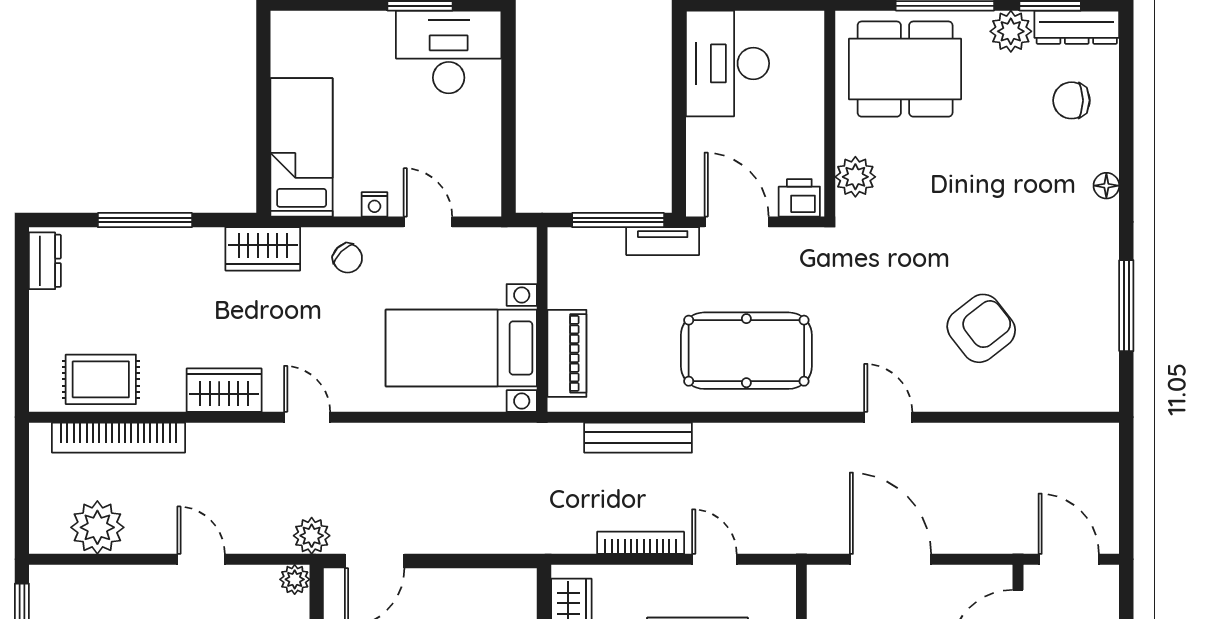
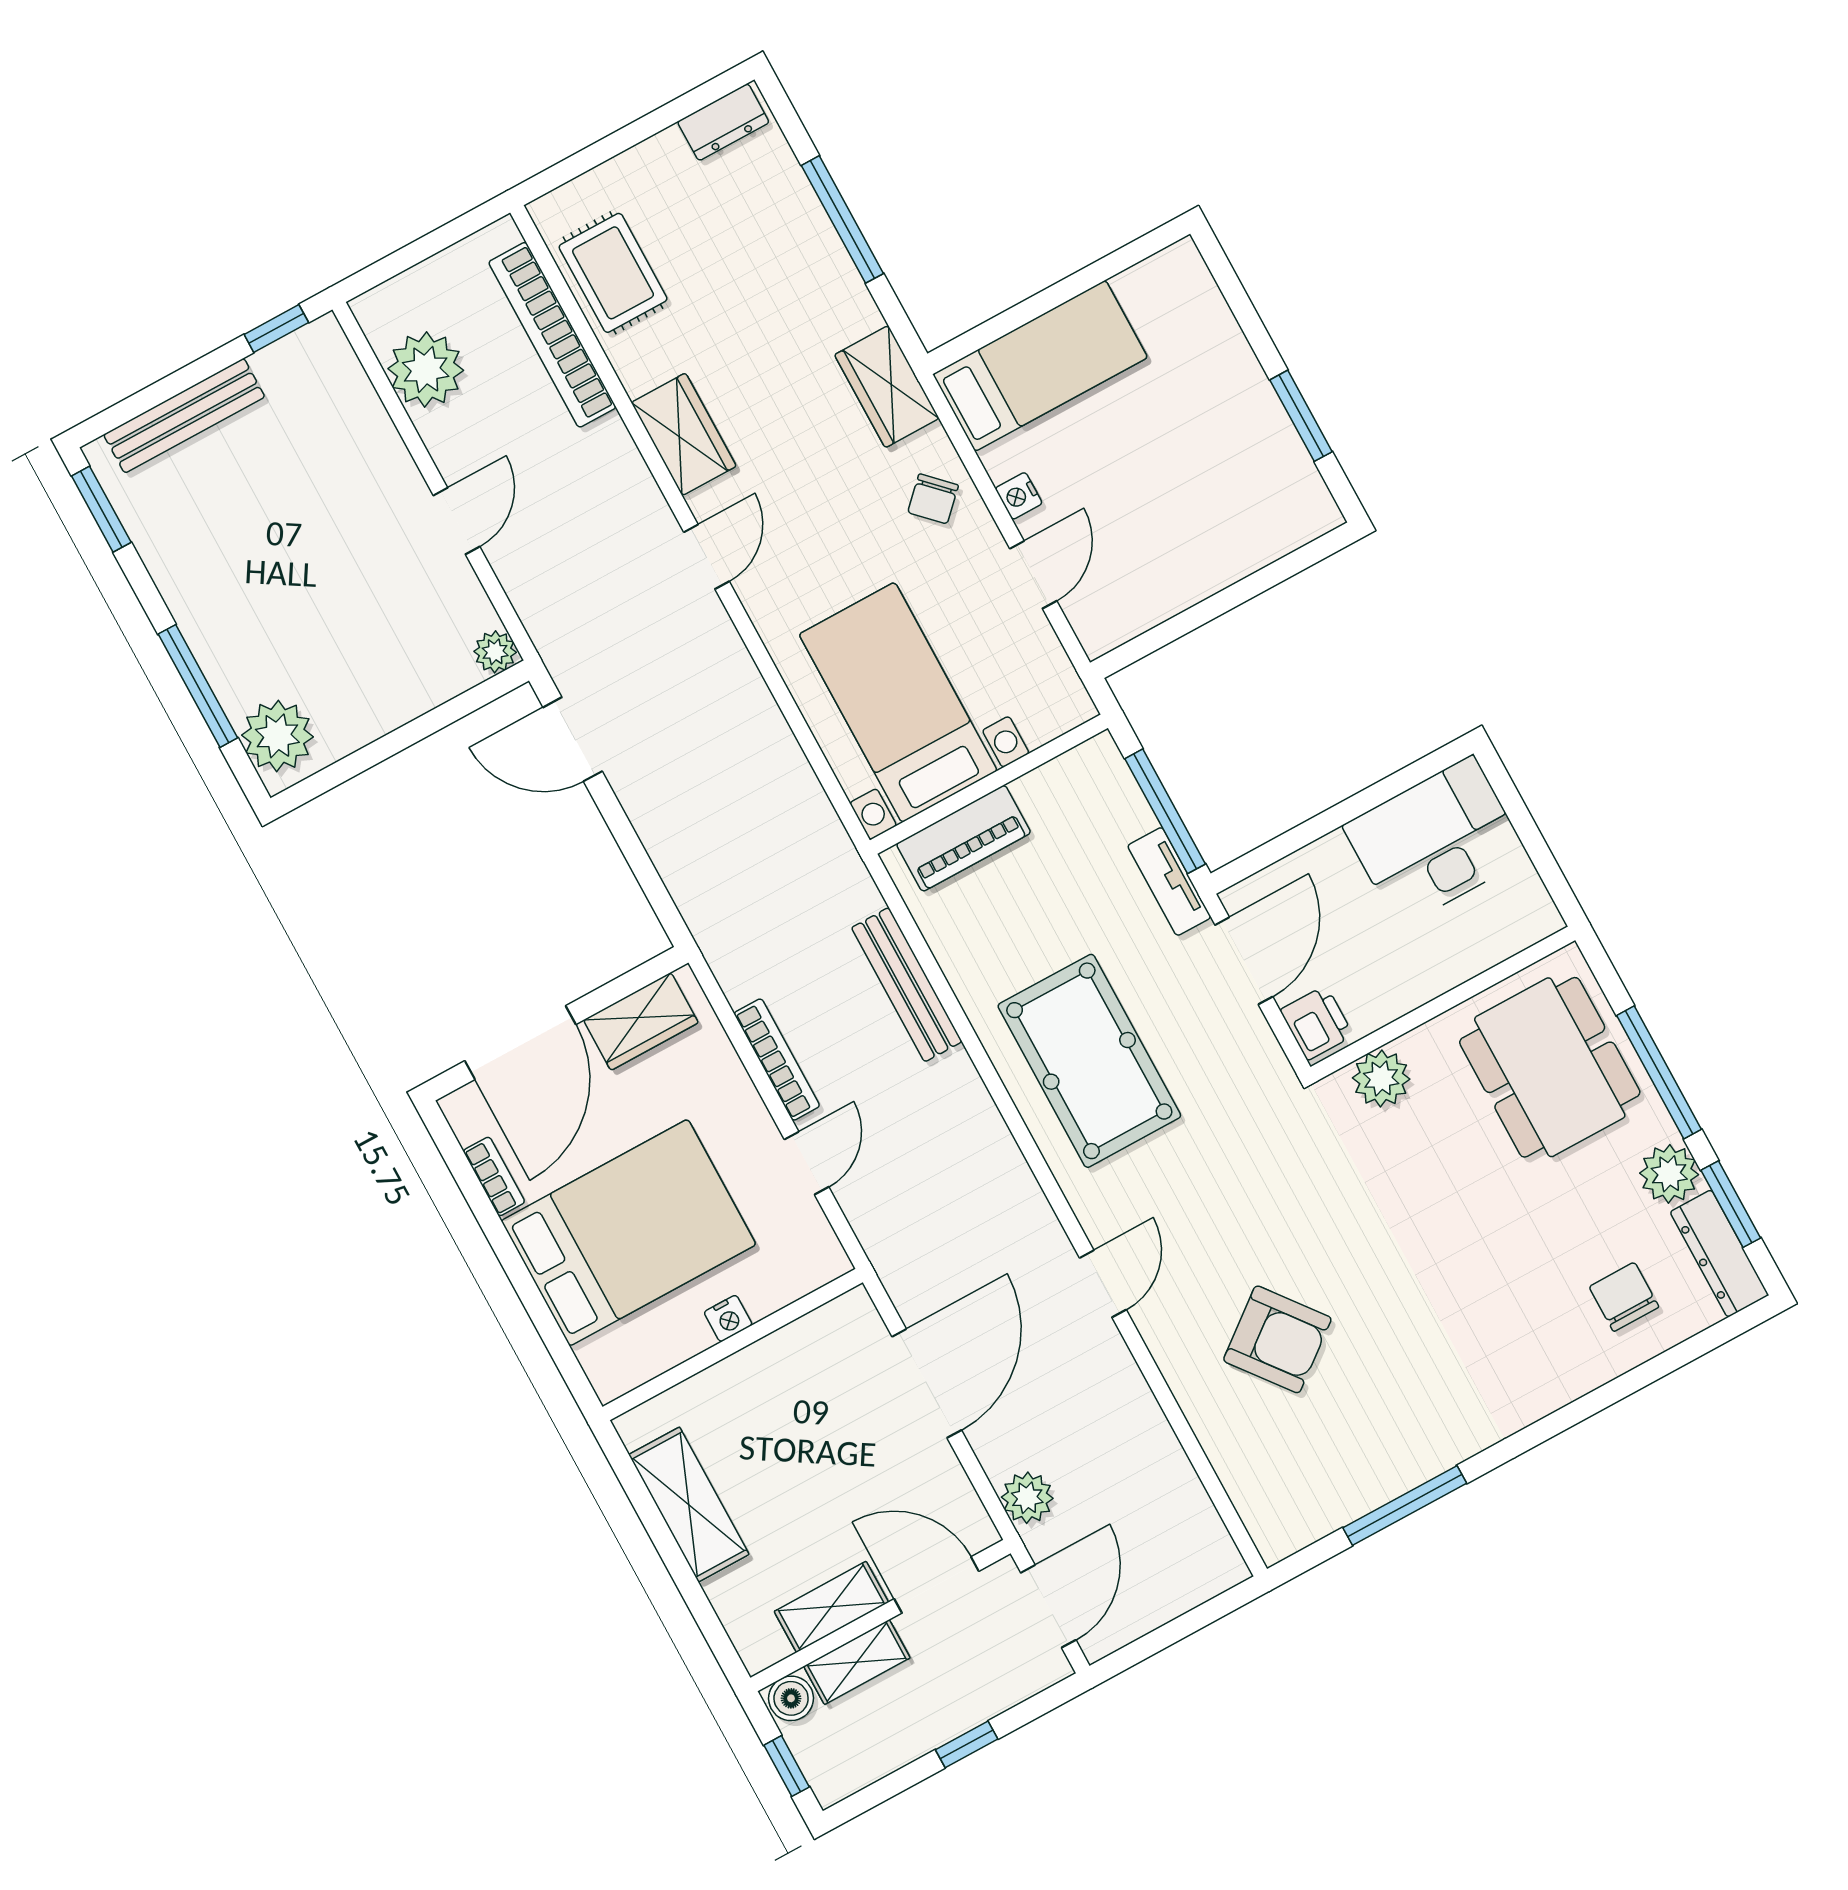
desk: (449, 52) -> (1260, 485), removed
floor lamp: (1106, 186) -> (1541, 1399), removed
plant: (312, 536) -> (1027, 1498), moved

